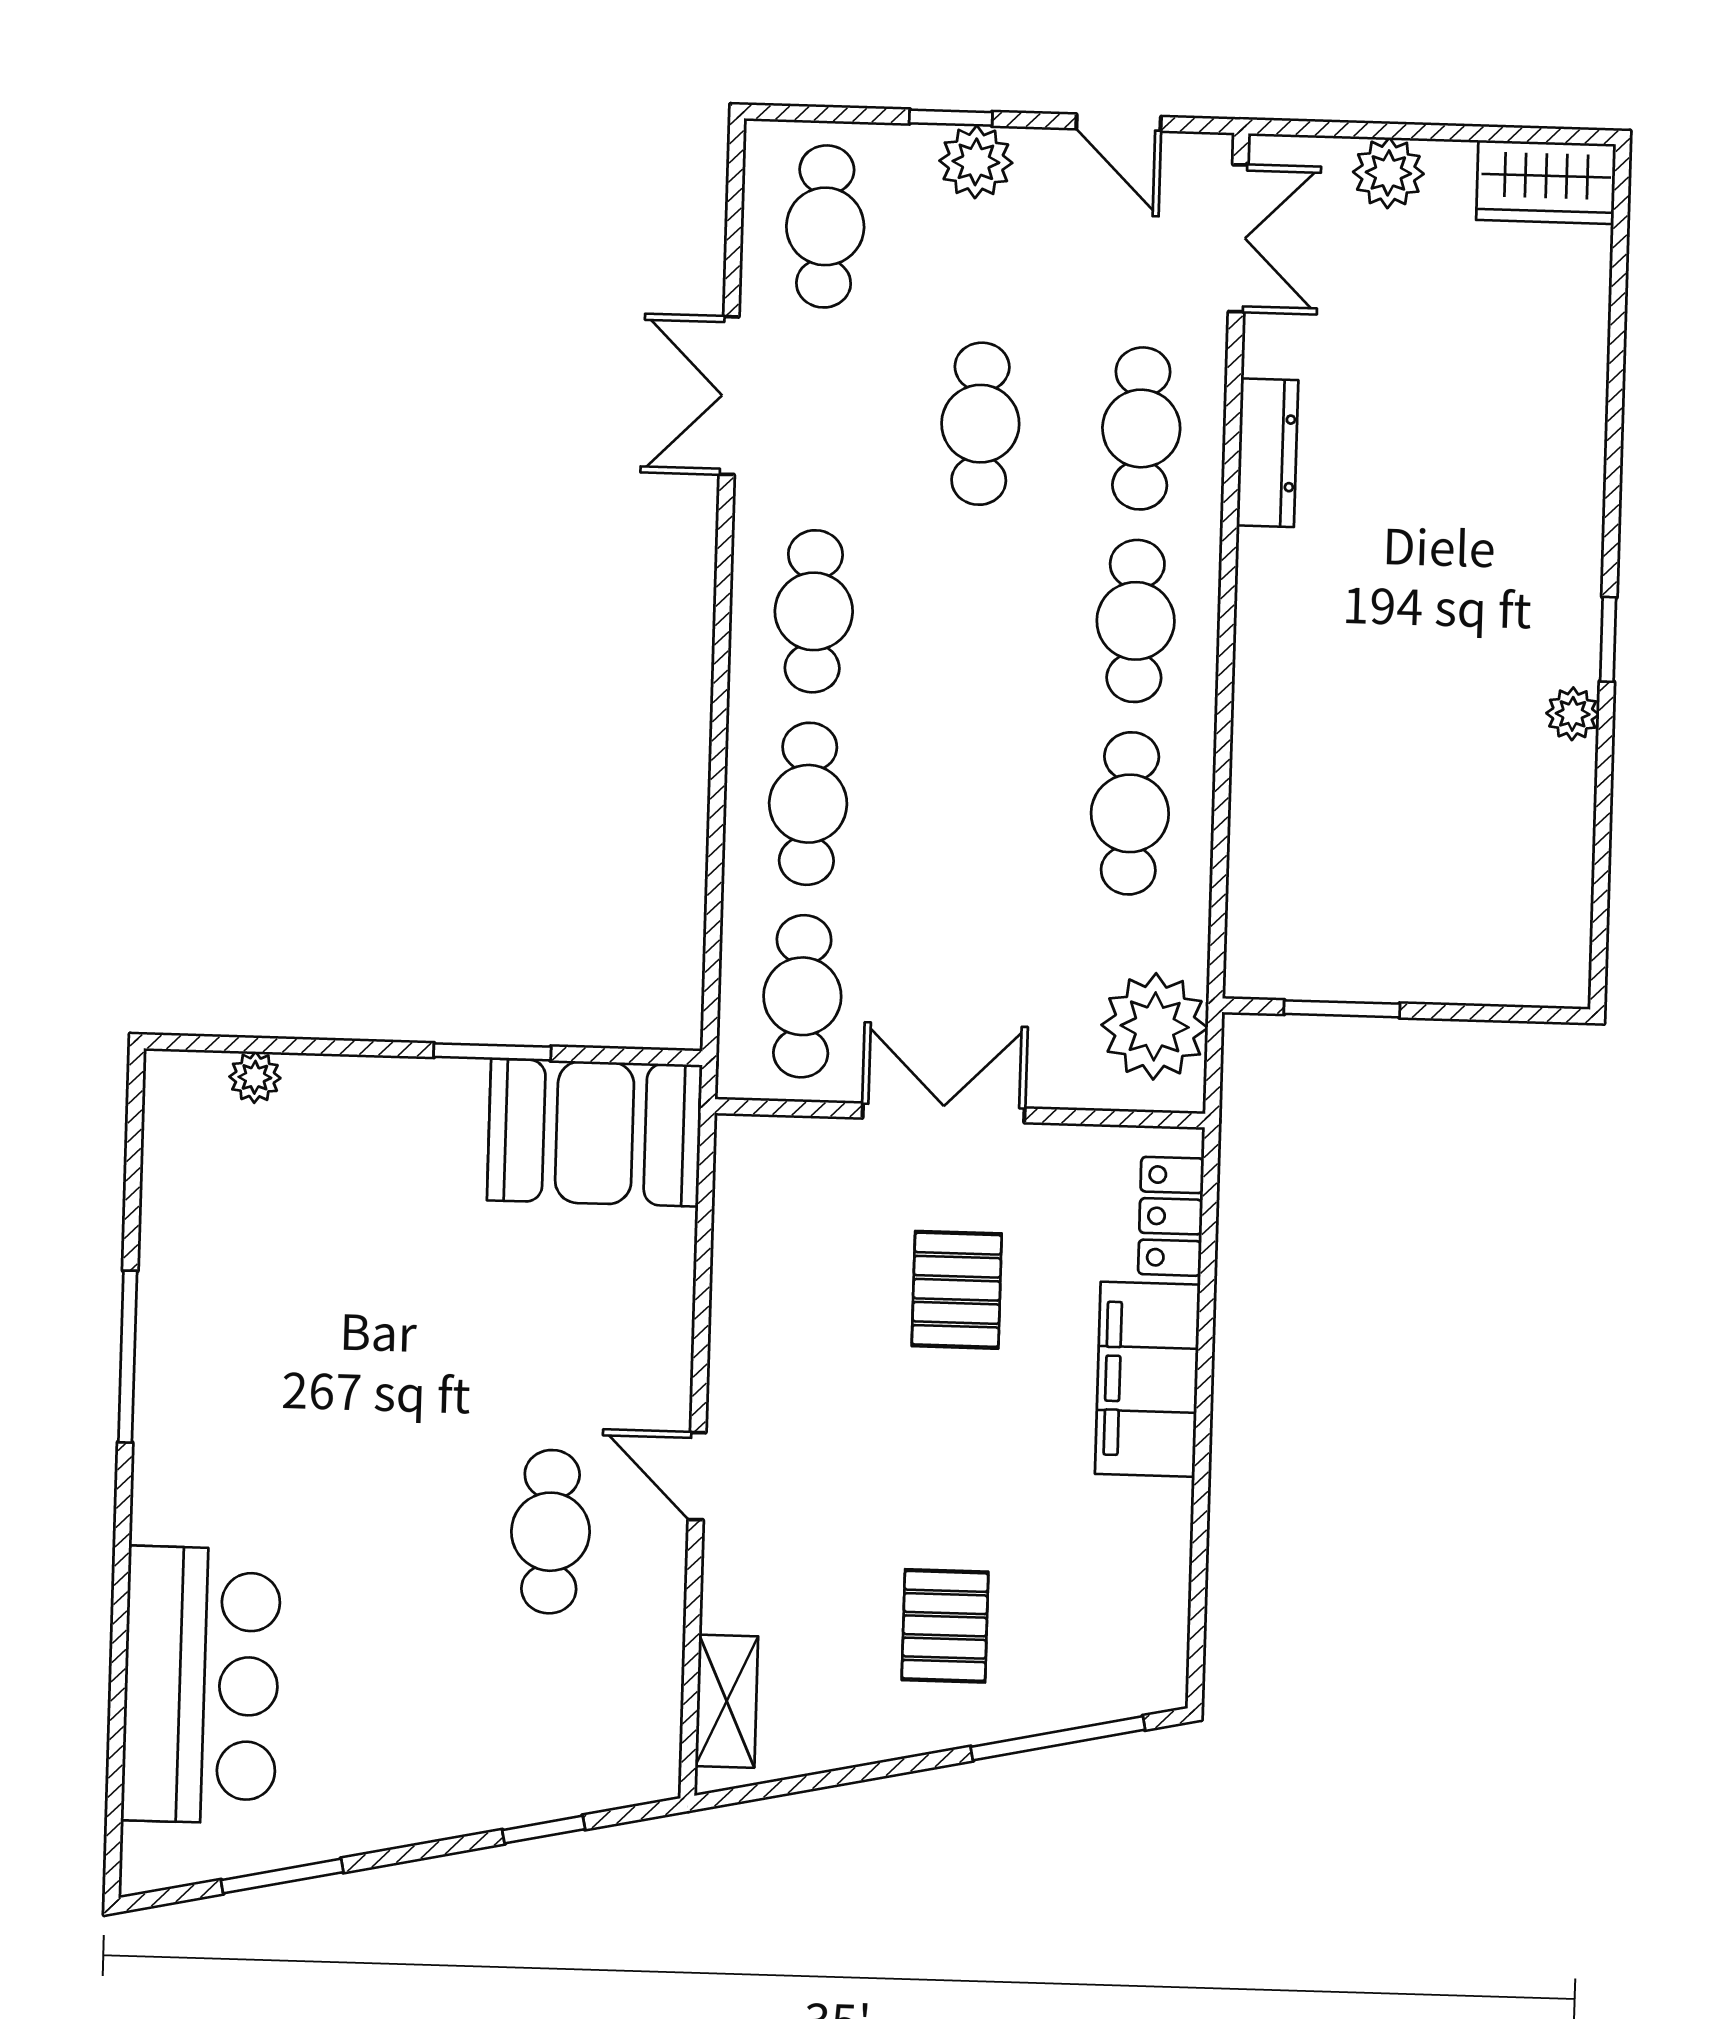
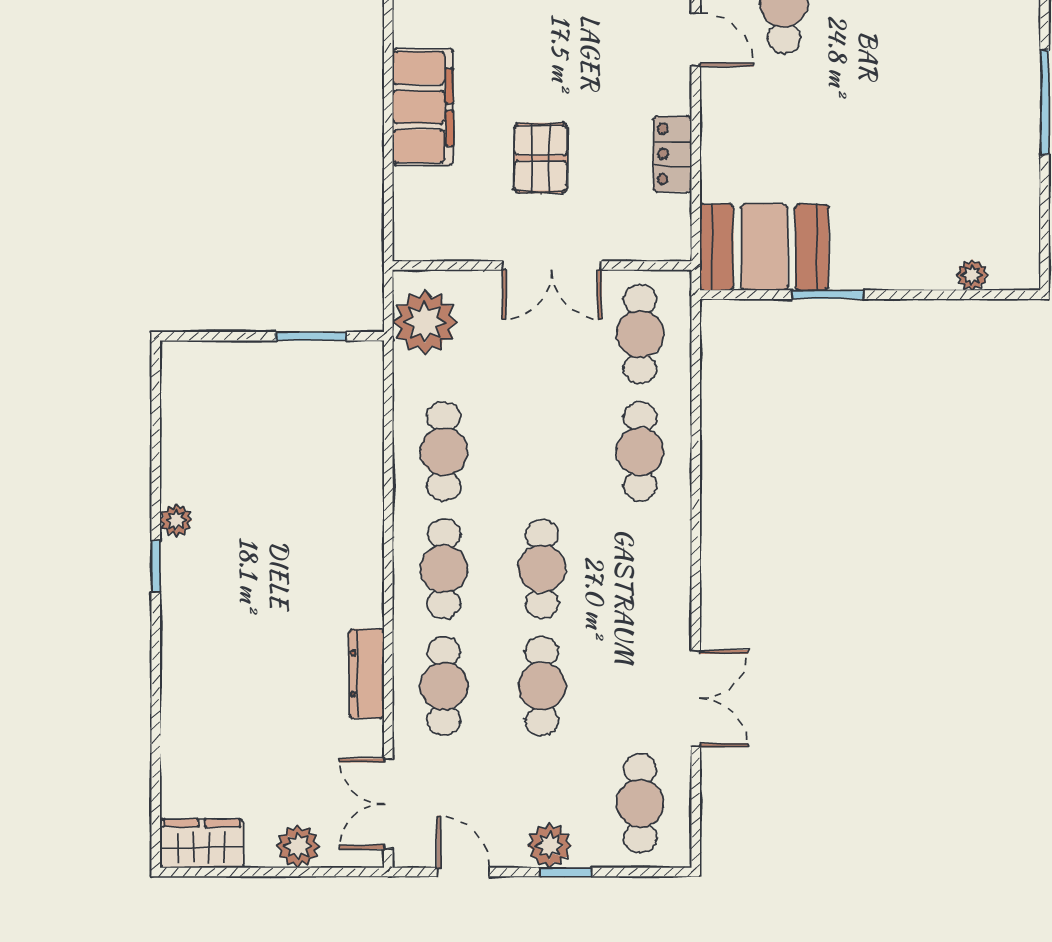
cafe table: (814, 611) -> (542, 569), moved
locker: (1171, 1216) -> (672, 154), moved, turned 180

